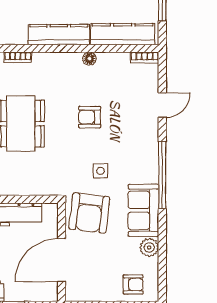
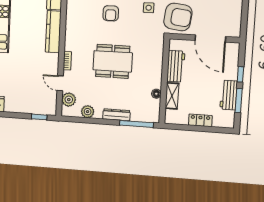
floor lamp: (89, 59) -> (70, 11), removed

